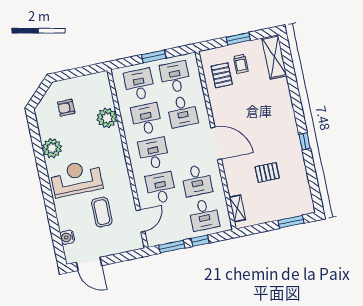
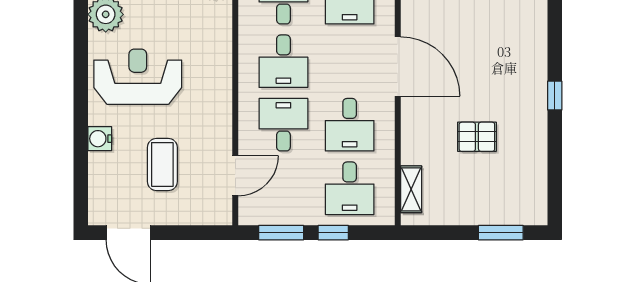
desk: (154, 153) -> (283, 61), turned 180
coffee table: (102, 212) -> (162, 165), moved
water cooler: (67, 237) -> (100, 139), moved

